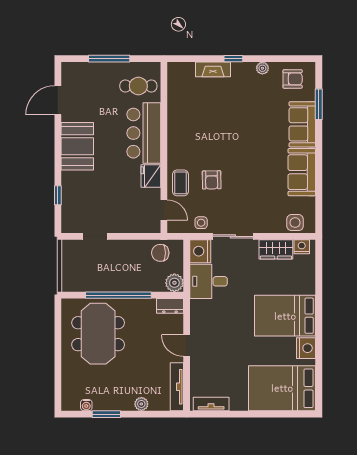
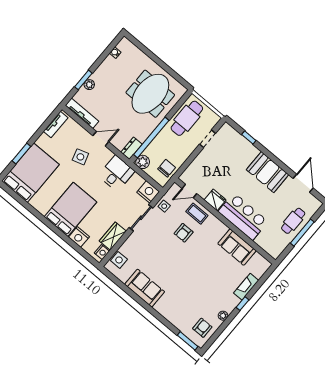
armchair: (293, 79) -> (202, 328), turned 180
cafe table: (138, 86) -> (293, 221), moved
window: (319, 104) -> (188, 341), moved
sofa: (302, 124) -> (237, 247), moved, turned 180
armchair: (212, 180) -> (184, 233), turned -89
cafe table: (92, 275) -> (187, 118), added
desk: (209, 281) -> (116, 173), moved
window: (118, 295) -> (151, 138), moved
meeting table: (98, 334) -> (150, 94), turned 90
nightstand: (306, 348) -> (79, 237), moved
side table: (223, 351) -> (80, 157), added
window: (106, 414) -> (83, 80), moved
window: (270, 414) -> (21, 154), added

